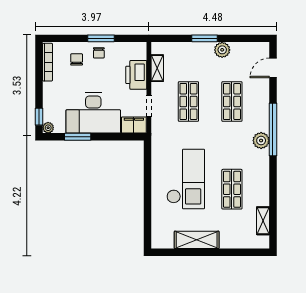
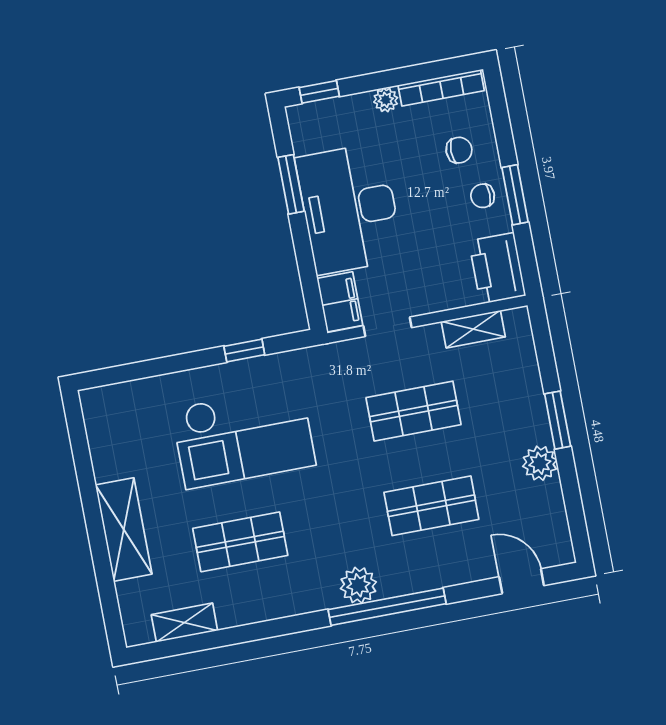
printer: (136, 75) -> (497, 268), moved, turned -90
plant: (48, 128) -> (386, 100), moved
window: (147, 171) -> (244, 351), added
shelving: (197, 240) -> (124, 530), moved

